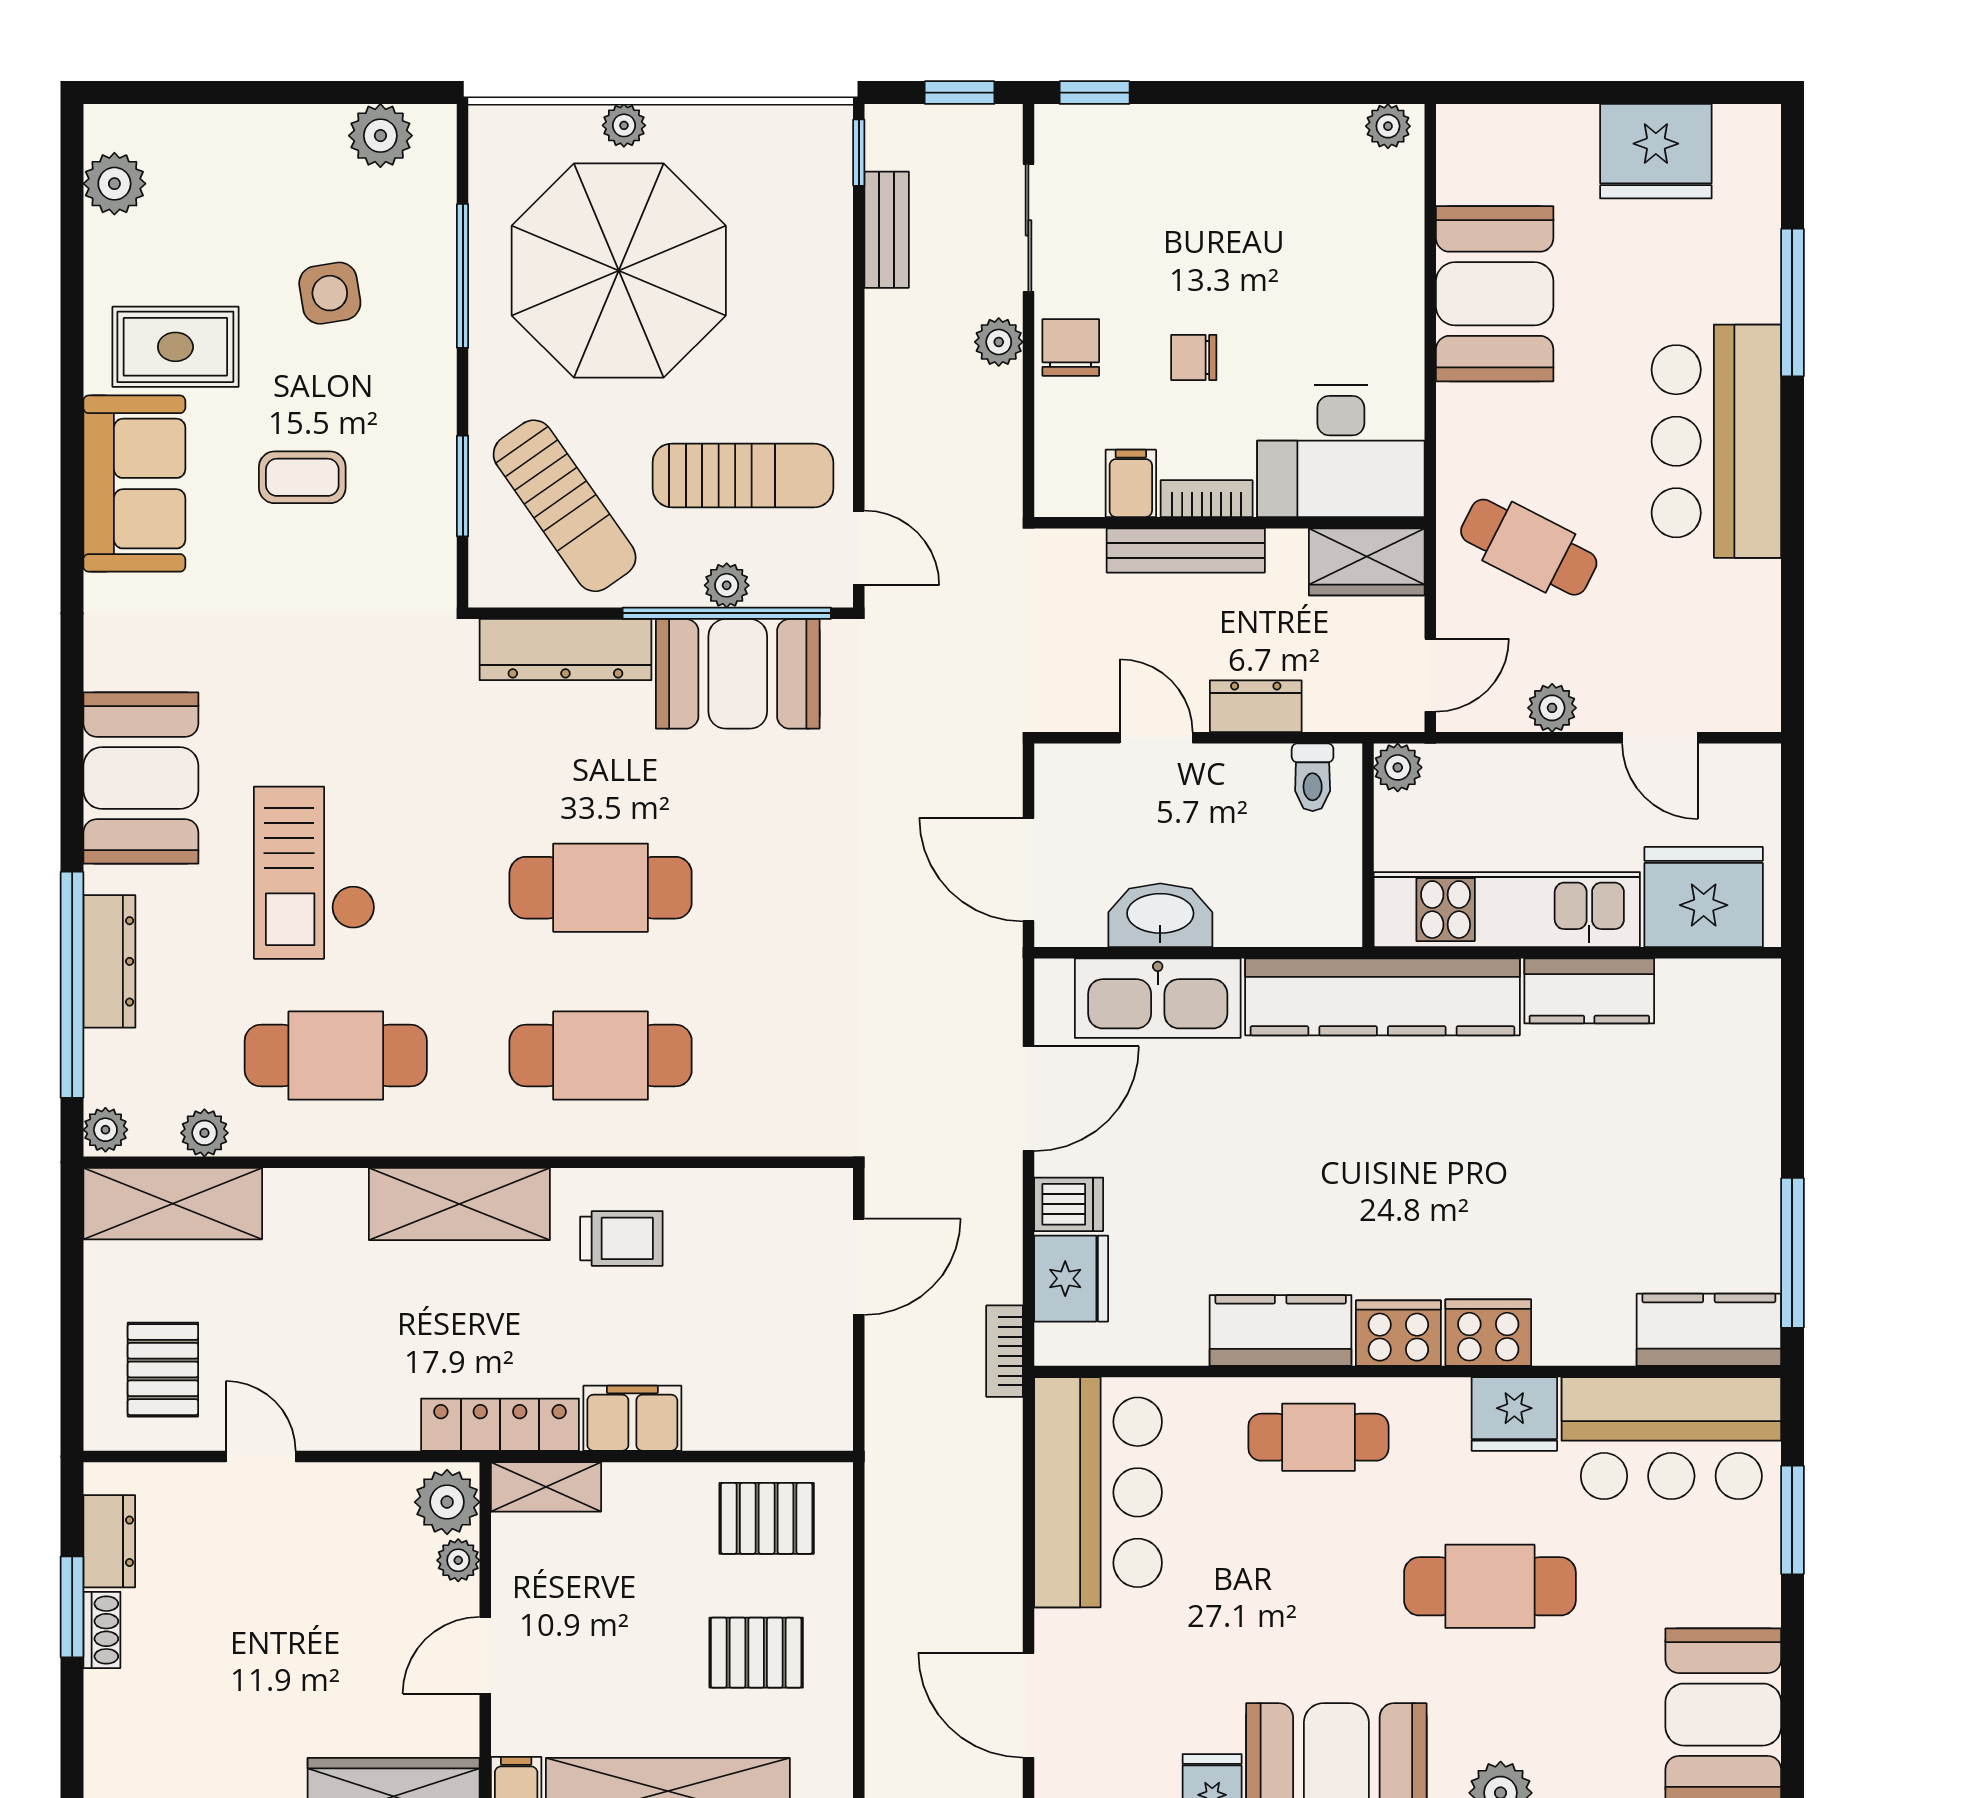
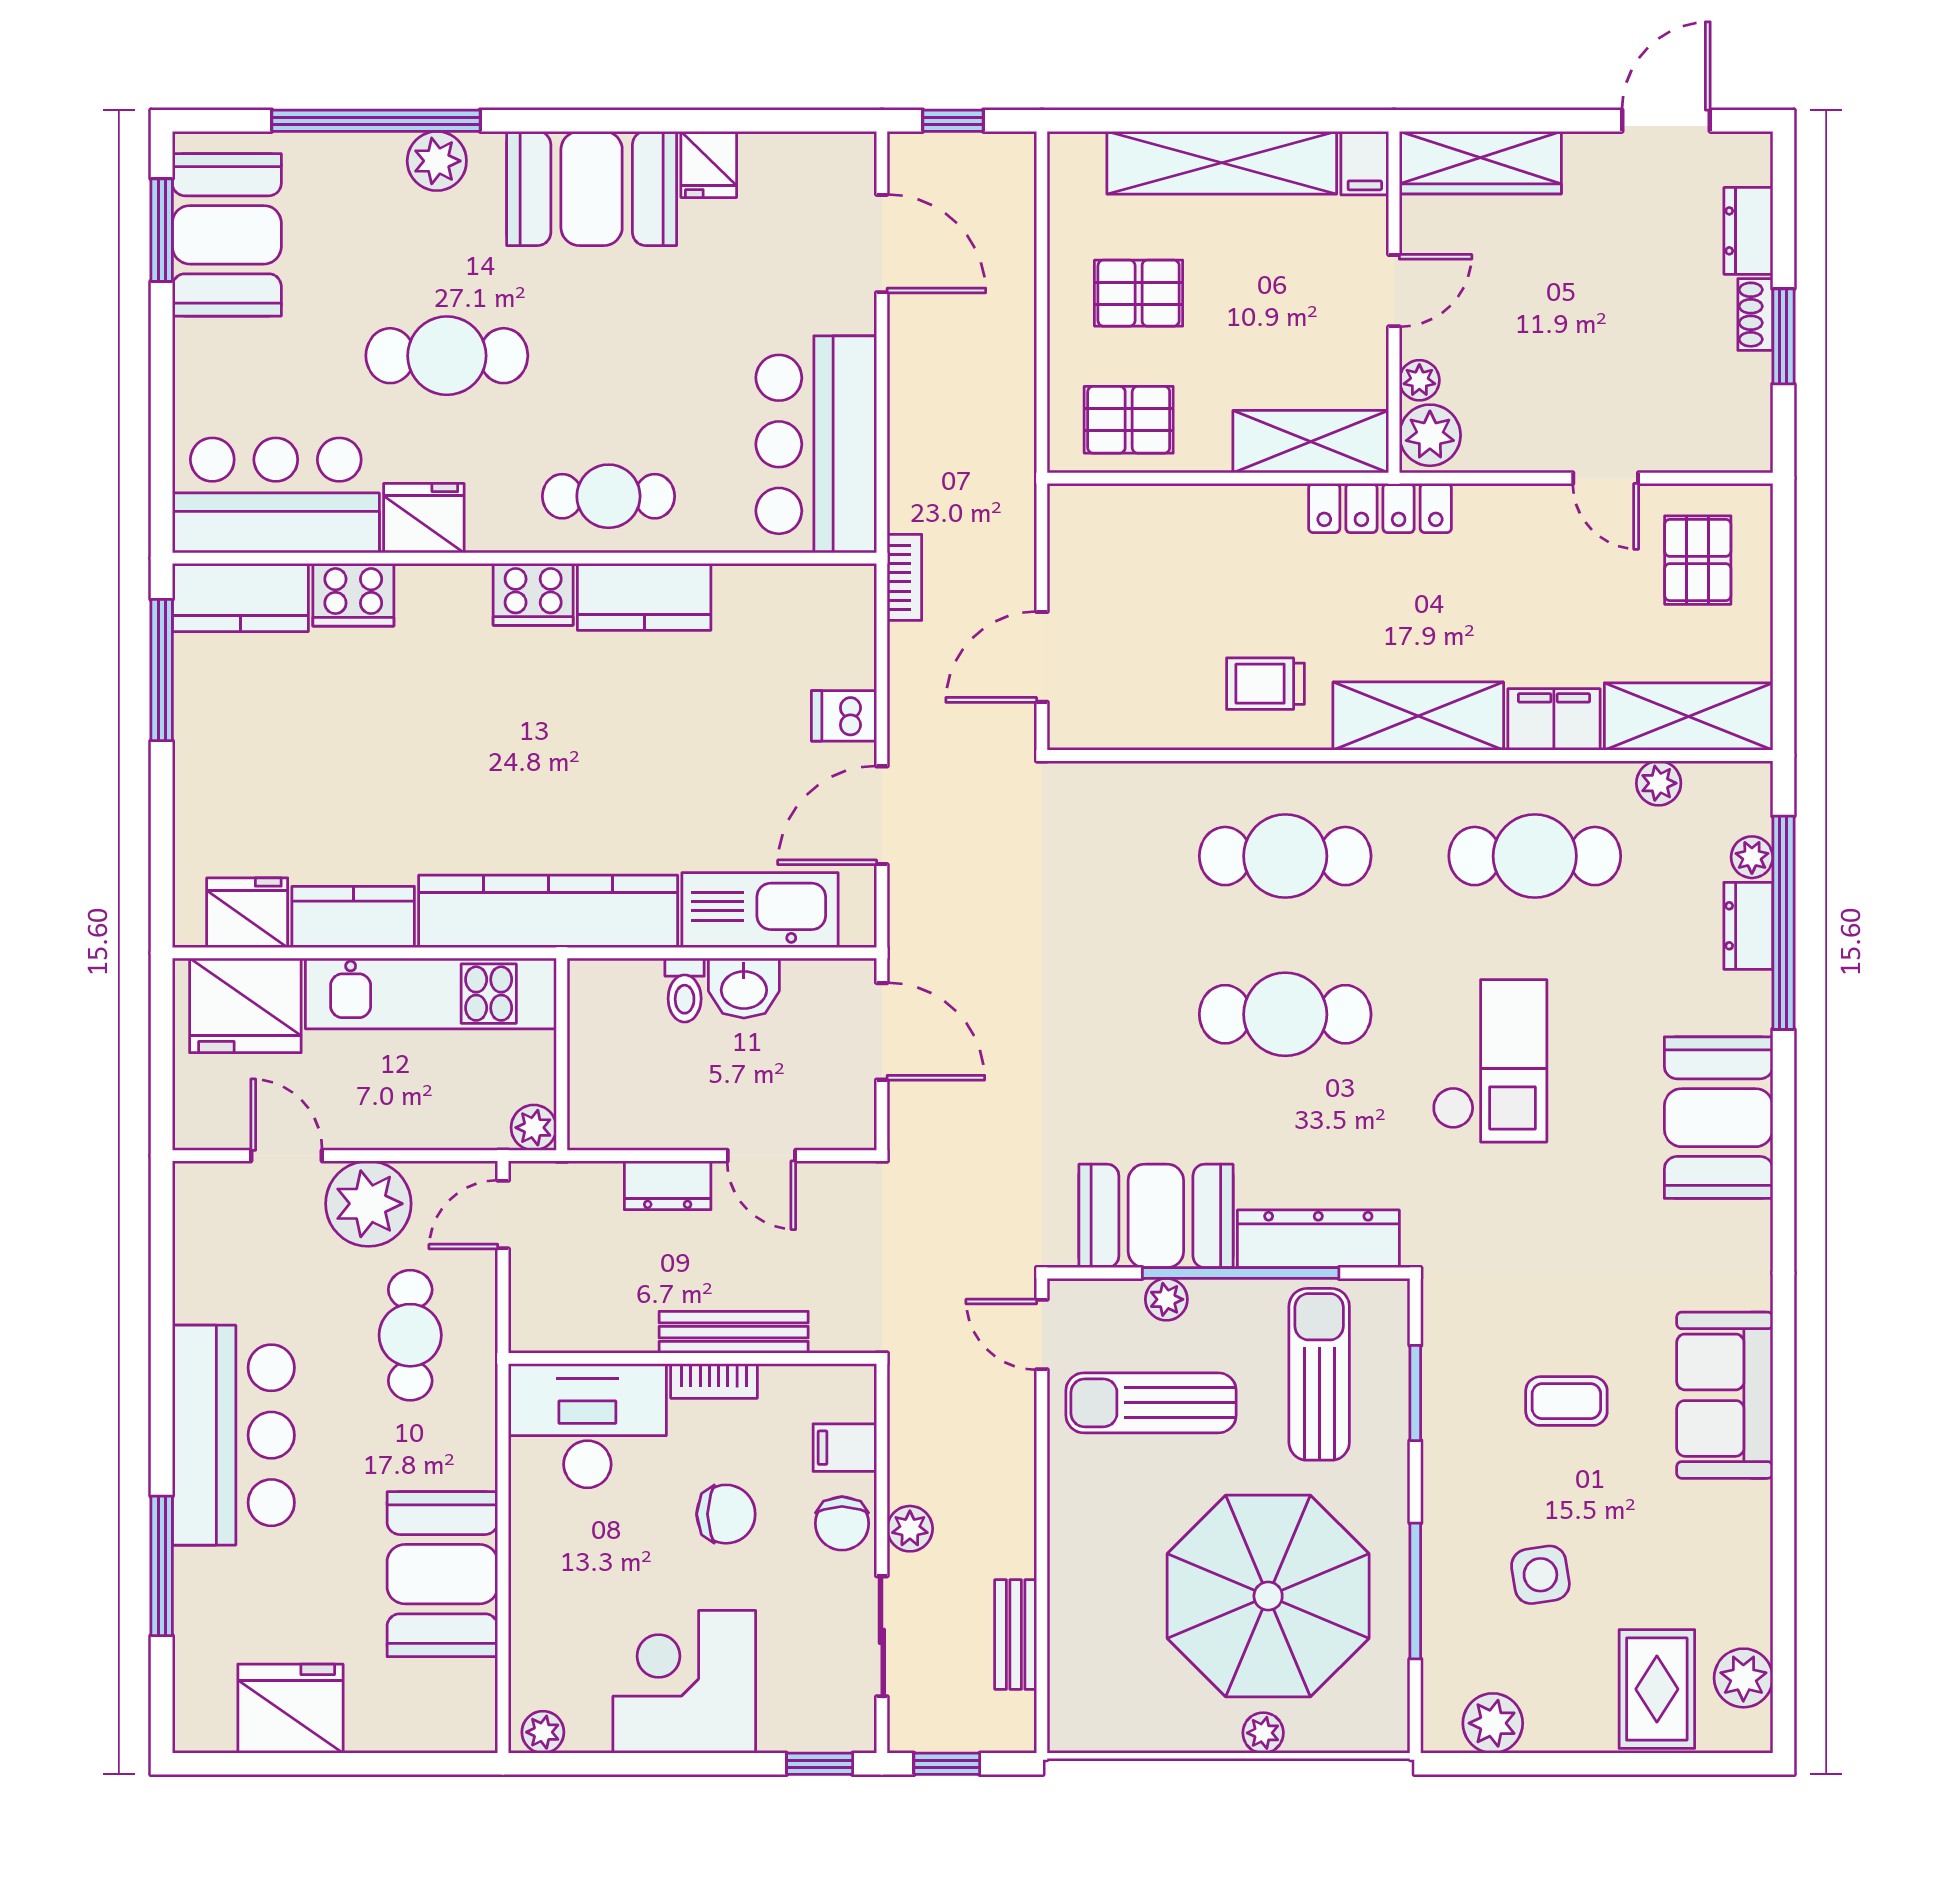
window: (859, 153) -> (1042, 1707), removed
corner desk: (1238, 180) -> (684, 1682), added
rug: (175, 347) -> (1657, 1689), moved, turned 90
chair: (1194, 357) -> (726, 1514), width x1.37, depth x1.37
filing cabinet: (1131, 483) -> (845, 1448), moved, turned 90
sun lounger: (565, 506) -> (1319, 1374), turned 35
cafe table: (1529, 547) -> (410, 1335), turned 63
wardrobe: (1367, 562) -> (563, 1321), removed
window: (727, 613) -> (1241, 1273), moved
plant: (1552, 708) -> (368, 1204), width x1.88, depth x1.88
toilet: (1313, 777) -> (685, 990), moved, turned 180
checkout: (314, 873) -> (1490, 1061), moved
washbasin: (1160, 915) -> (744, 988), width x0.72
dresser: (109, 961) -> (1748, 926), width x0.70
plant: (105, 1130) -> (1752, 857), moved
fridge: (1071, 1279) -> (247, 913), moved, turned 90
cooker: (1488, 1333) -> (353, 595), moved
filing cabinet: (632, 1418) -> (1554, 719), moved, turned 180
shelving: (546, 1487) -> (1311, 442), width x1.50, depth x1.33
window: (1792, 1520) -> (162, 230), moved
dresser: (109, 1541) -> (1748, 231), moved

